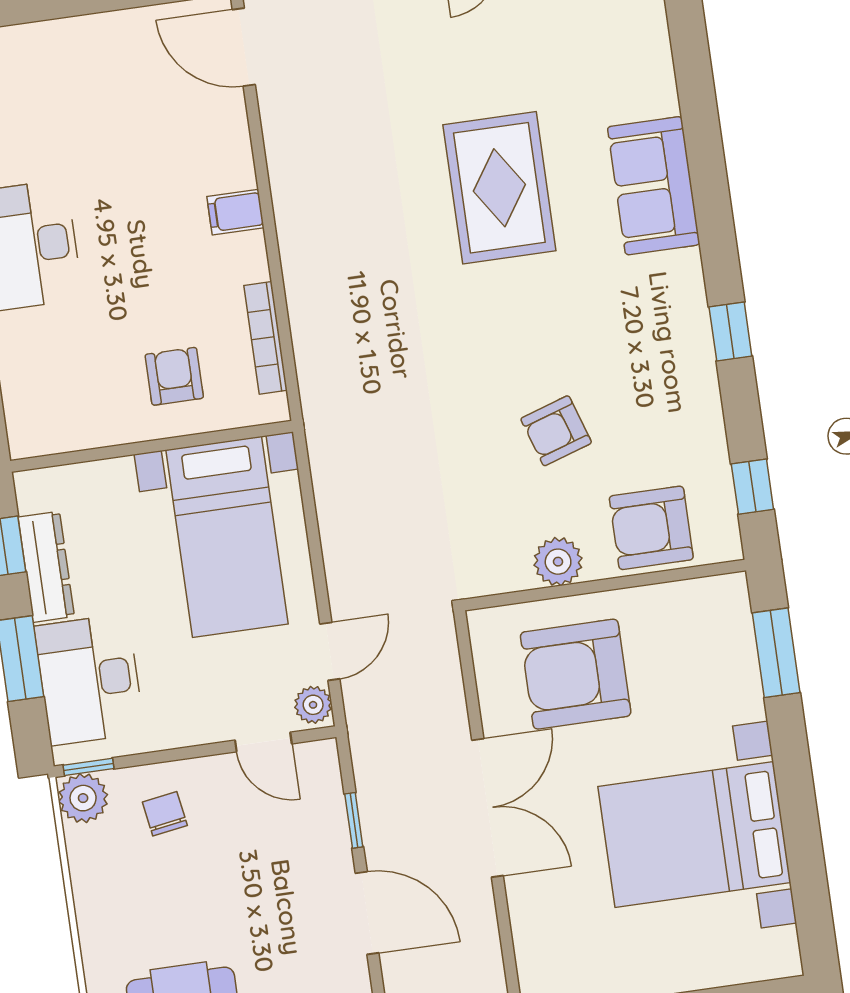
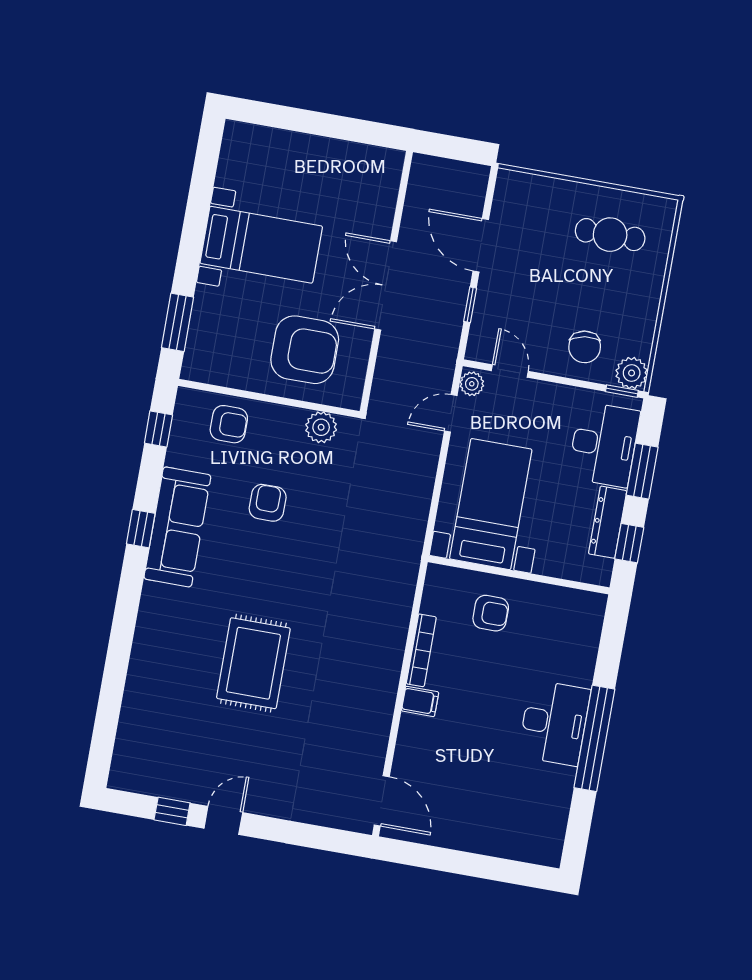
sofa: (654, 186) -> (177, 527), moved, width x1.36
bookcase: (266, 338) -> (421, 650), moved
armchair: (174, 376) -> (491, 613), turned -90
armchair: (556, 431) -> (268, 503), turned -72
armchair: (651, 528) -> (229, 424), width x0.72, depth x0.72
plant: (558, 562) -> (321, 427), moved
chair: (165, 814) -> (585, 347), width x1.37, depth x1.37
bed with nightstands: (694, 834) -> (261, 245), width x0.73

